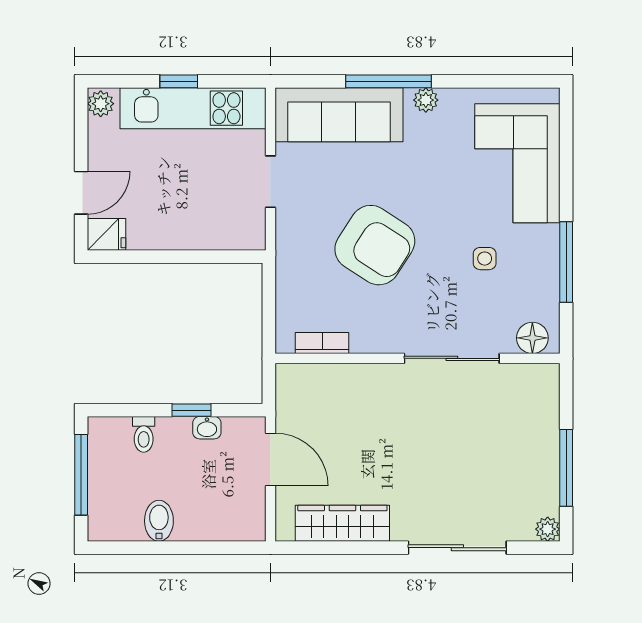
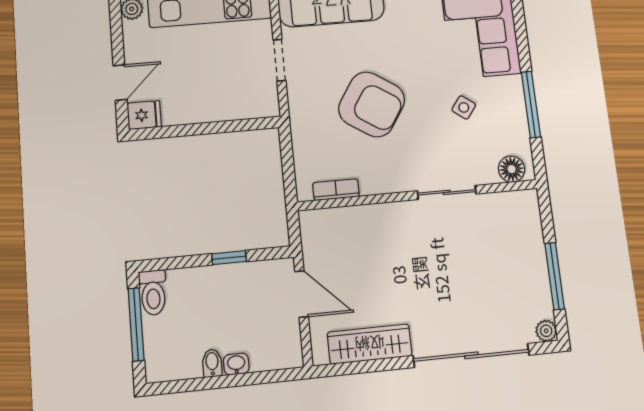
side table: (485, 259) -> (464, 107), turned 37
sliding door: (452, 358) -> (447, 192), width x0.73
washbasin: (207, 428) -> (236, 364), moved, turned 180
toilet: (144, 434) -> (153, 293), moved, width x1.37, depth x1.39
bidet: (159, 521) -> (212, 363), width x0.72, depth x0.74
sliding door: (457, 548) -> (471, 355), width x1.36

